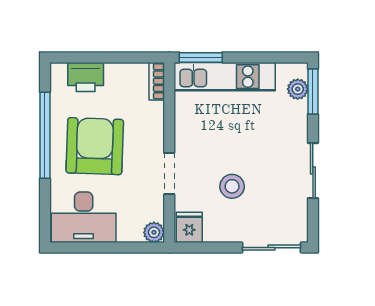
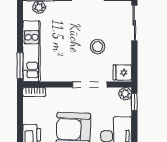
doorway: (169, 174) -> (90, 85), width x1.38
window: (140, 248) -> (134, 102), added

